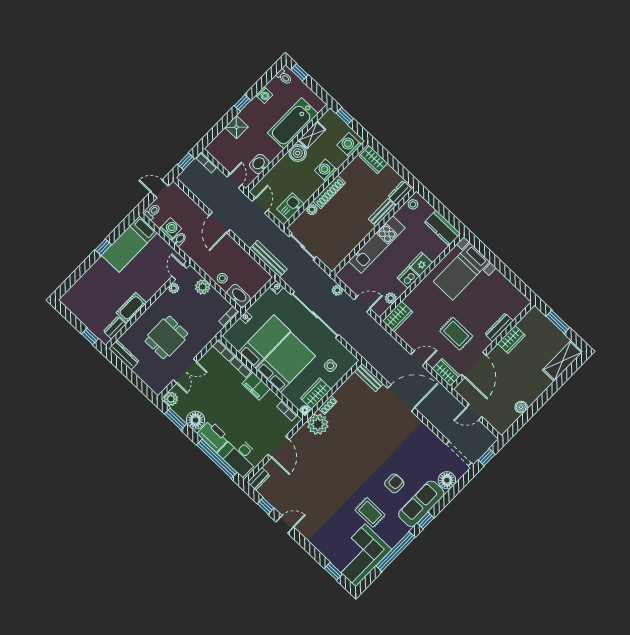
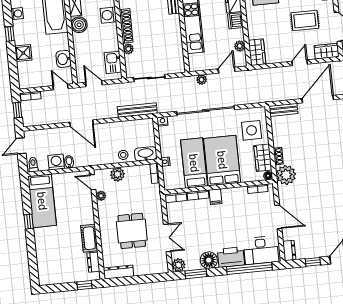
side table: (330, 366) -> (252, 130), width x1.87, depth x1.87
filing cabinet: (256, 386) -> (215, 197), width x0.50

